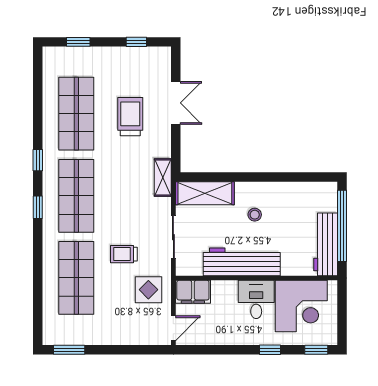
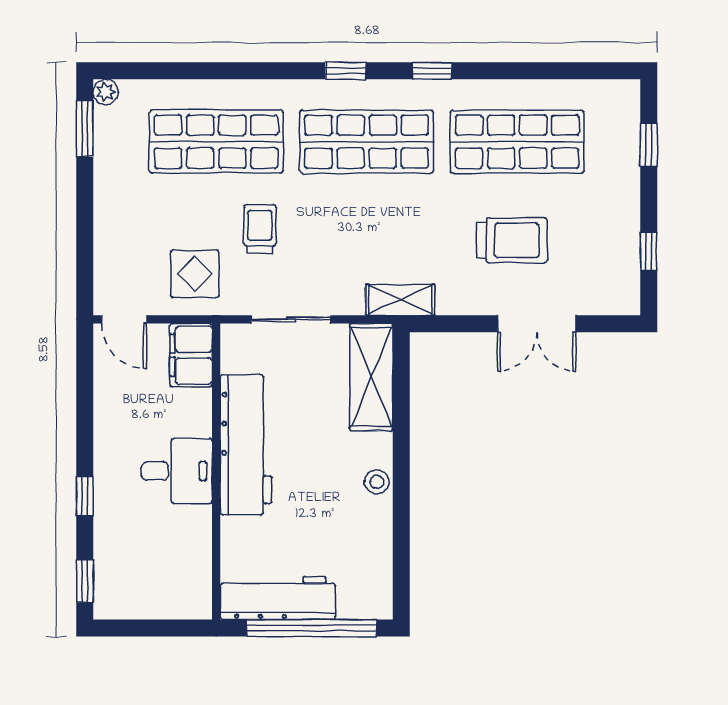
stool: (255, 215) -> (377, 482), moved
corner desk: (301, 306) -> (165, 554), removed
plant: (49, 338) -> (106, 92), added

